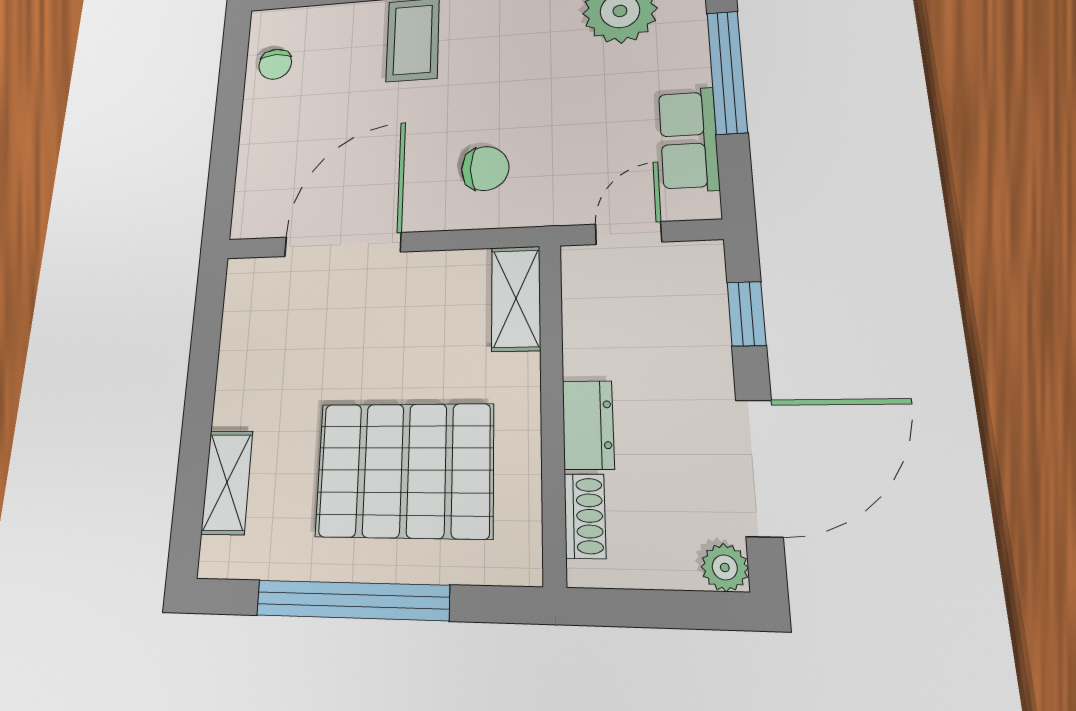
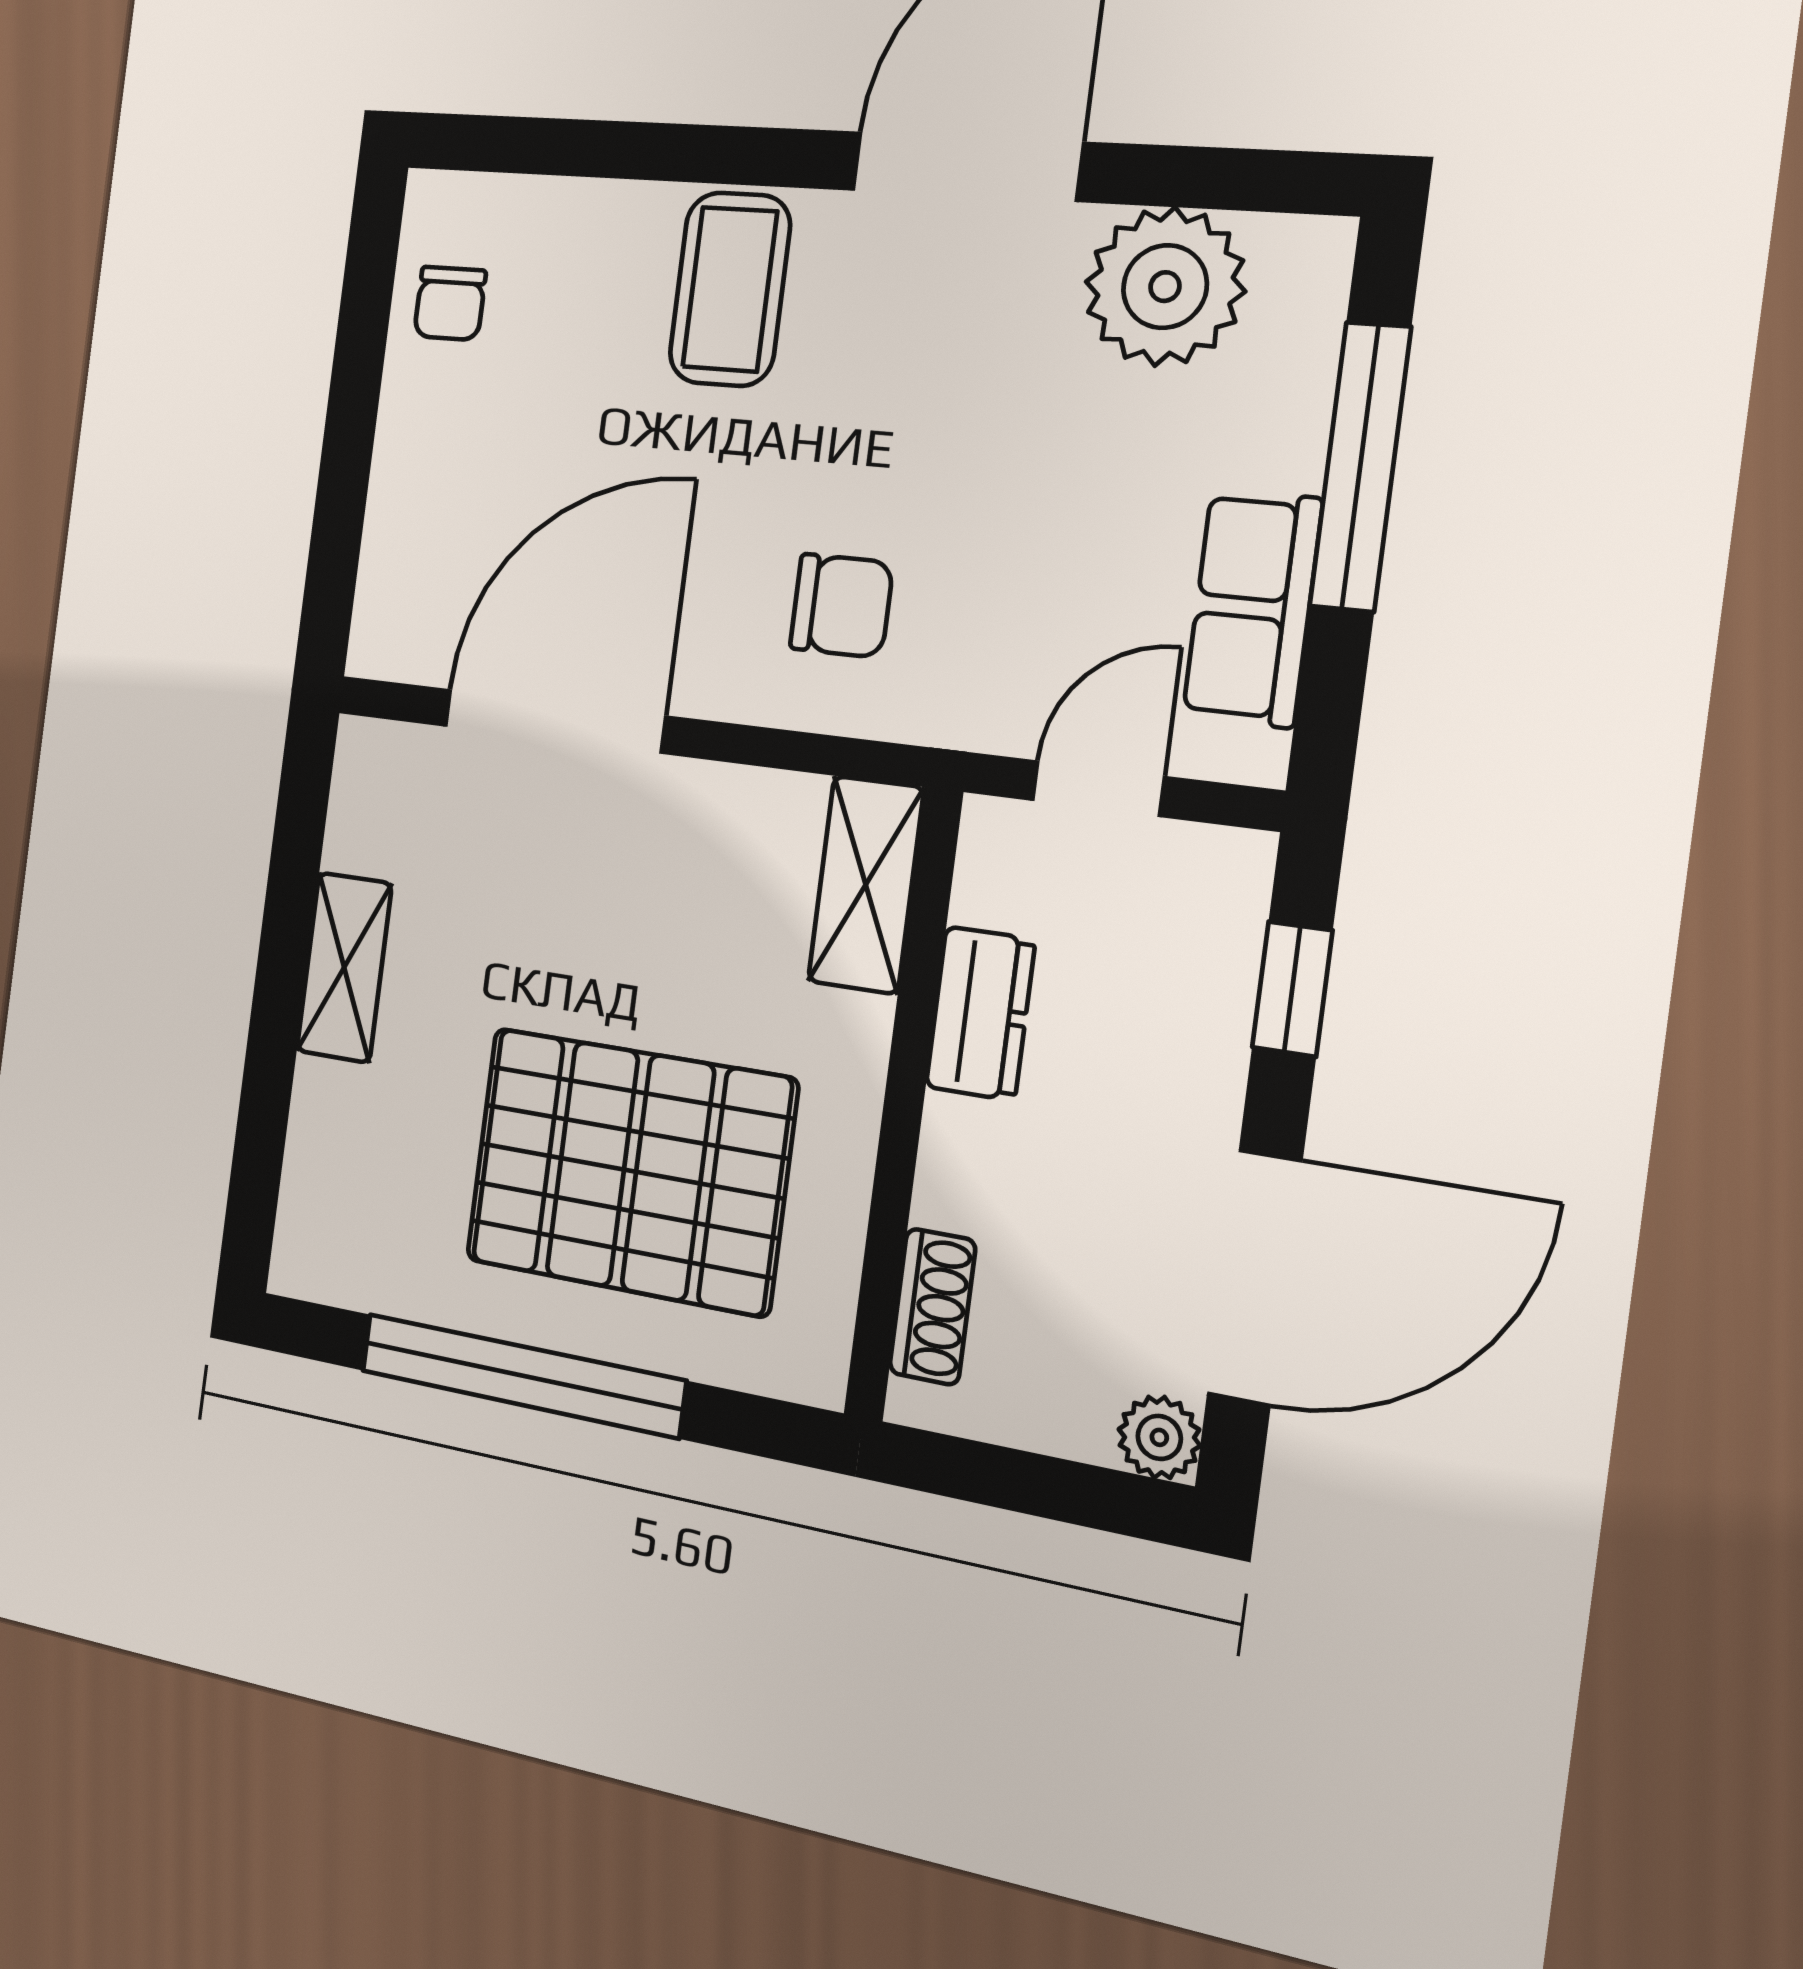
dresser: (588, 425) -> (980, 1013), moved
shelving: (227, 482) -> (344, 967), moved

